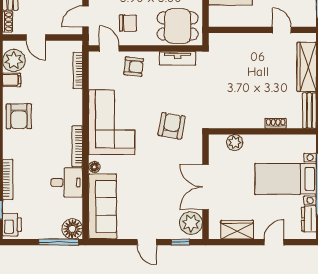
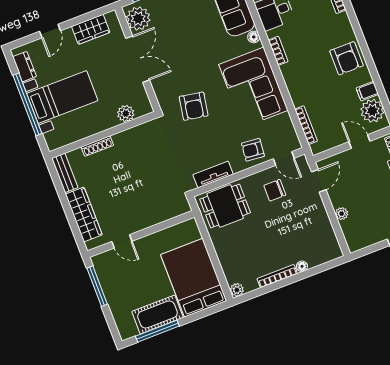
armchair: (19, 116) -> (346, 58), turned 180
shoe rack: (276, 123) -> (97, 146), width x1.43
bookcase: (77, 146) -> (278, 51), width x0.64

